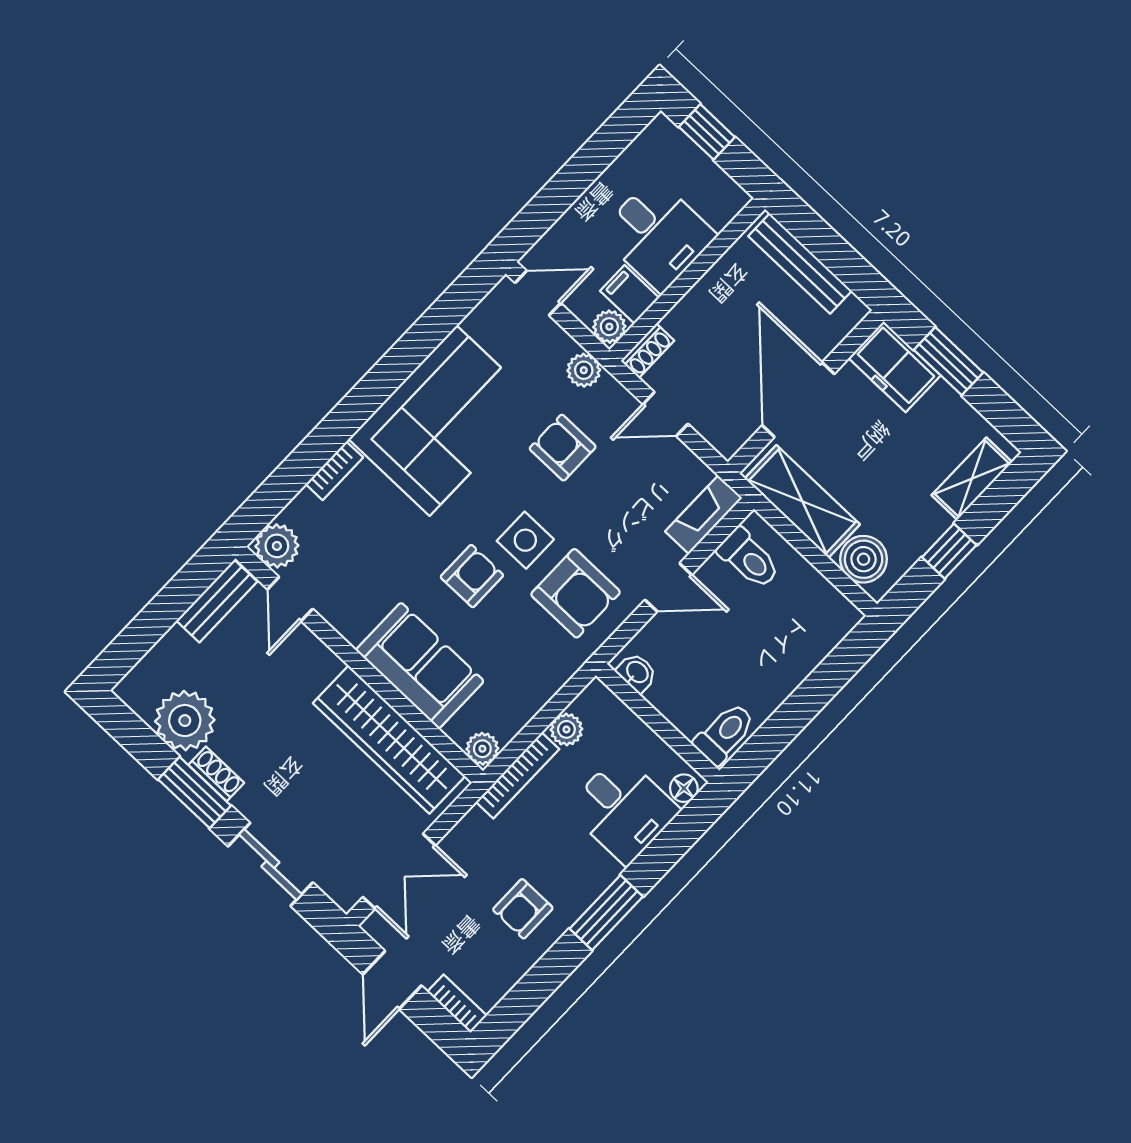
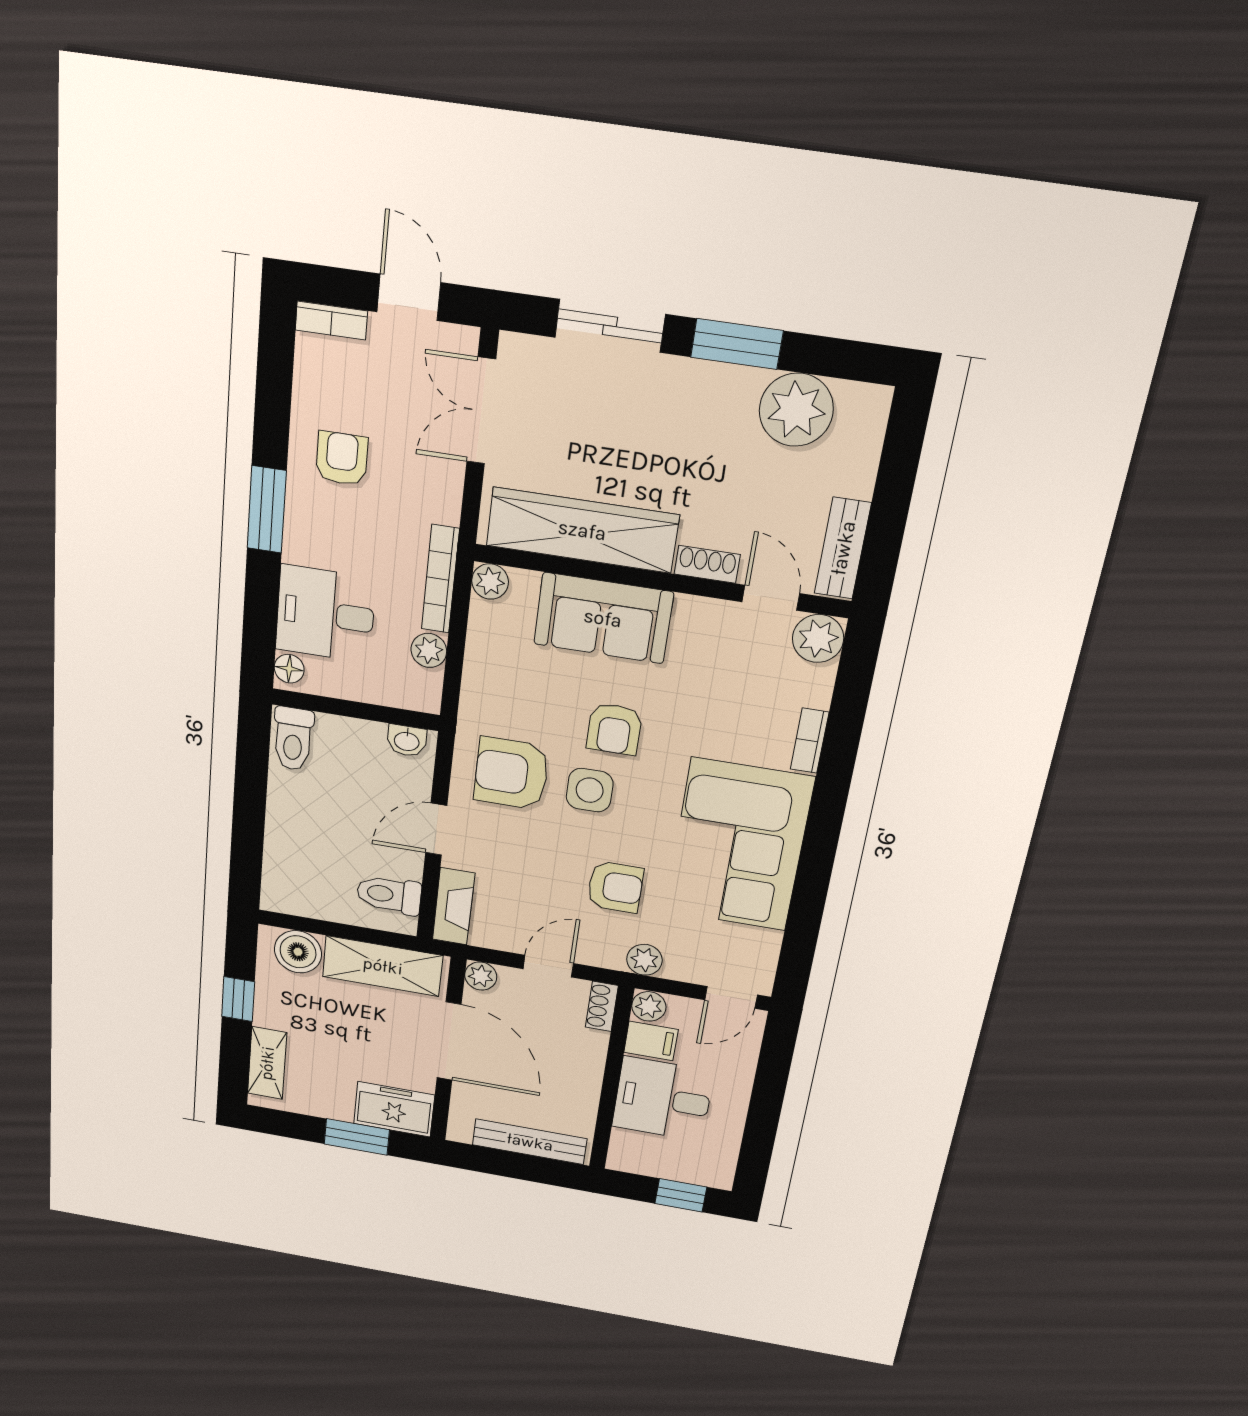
plant: (727, 441) -> (481, 976), added
shoe rack: (216, 774) -> (707, 564), moved, turned 180

